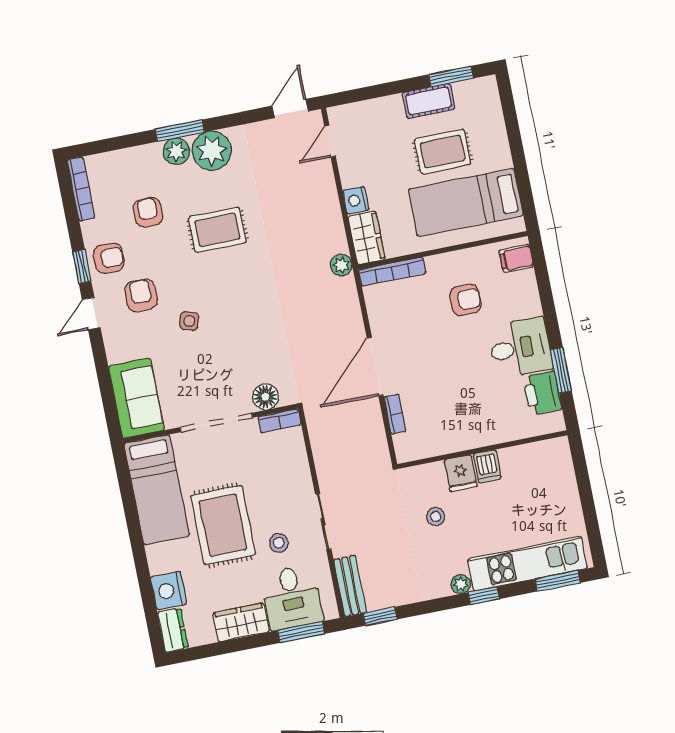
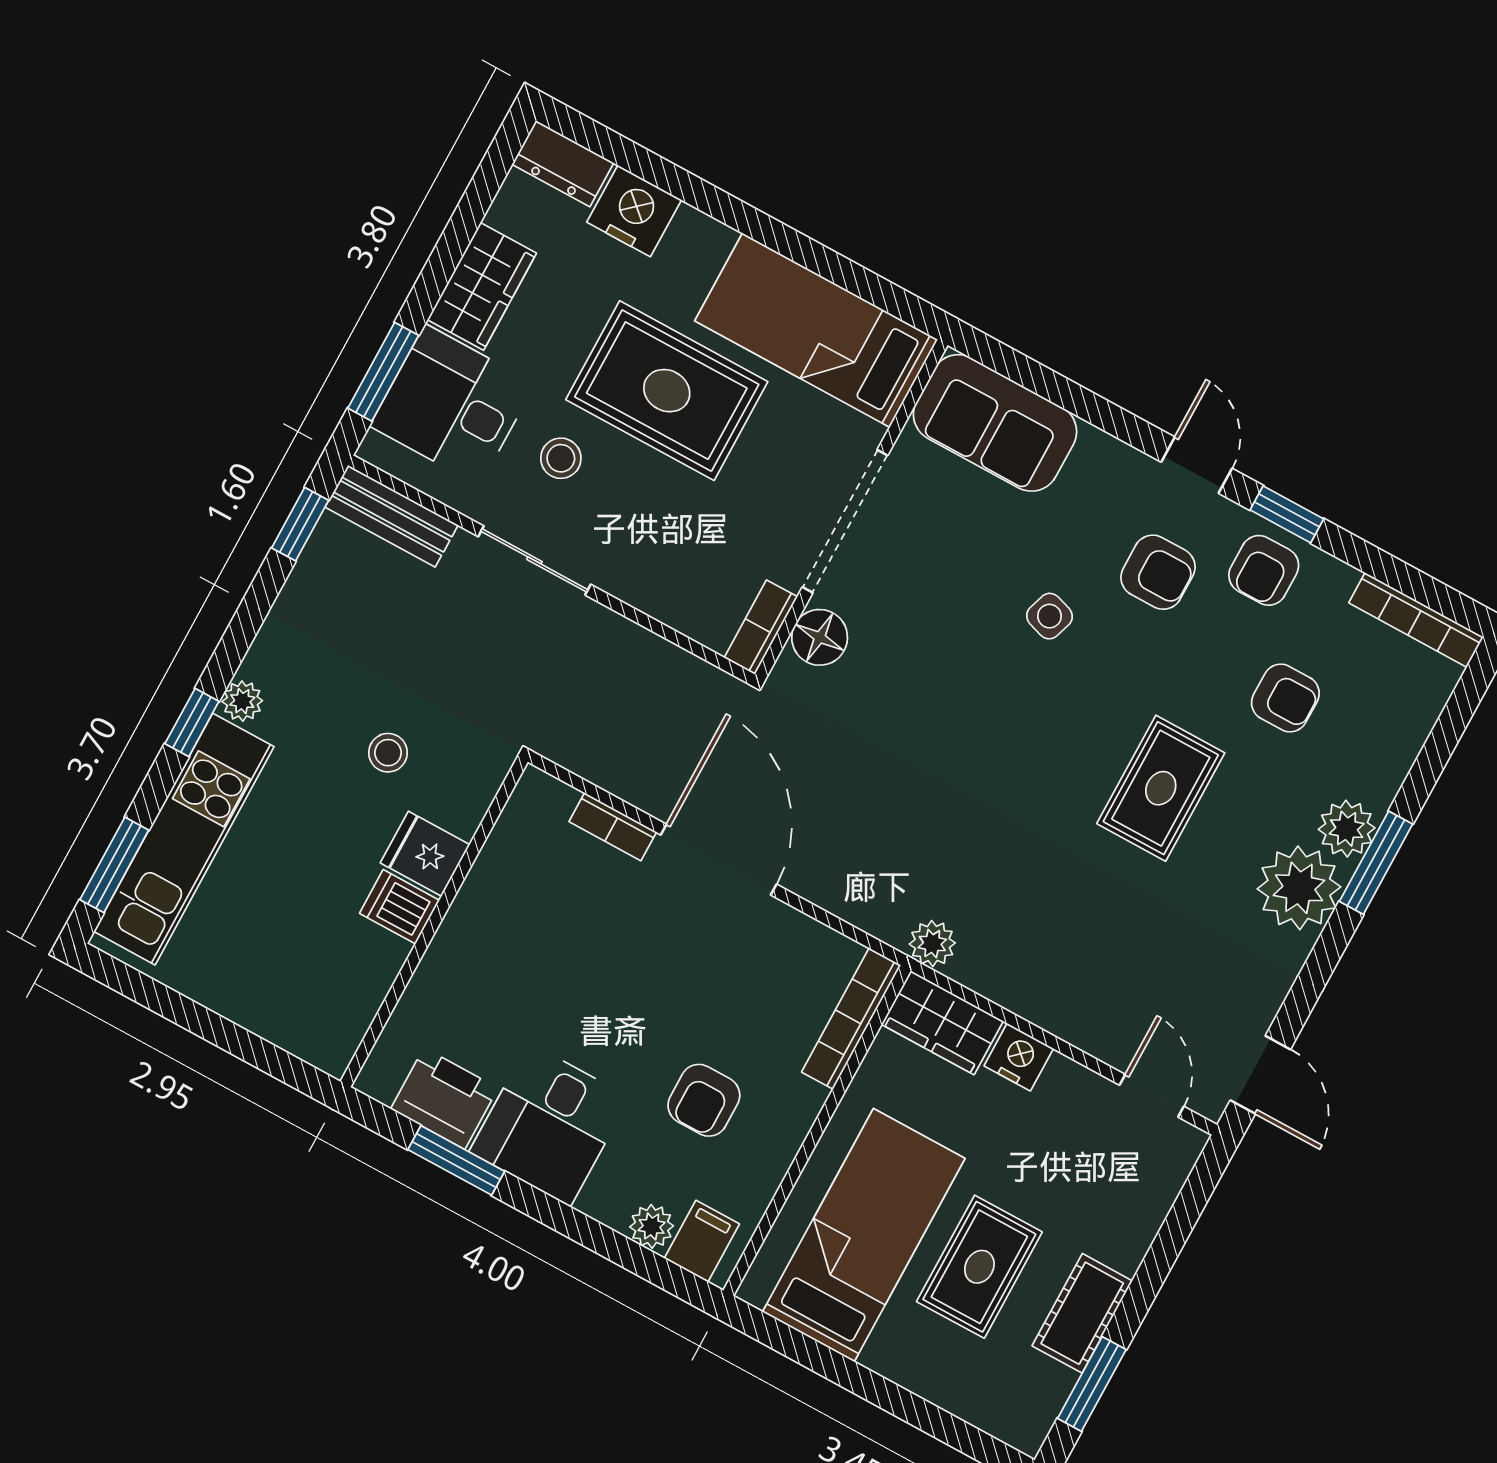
plant: (526, 281) -> (652, 1226), added

